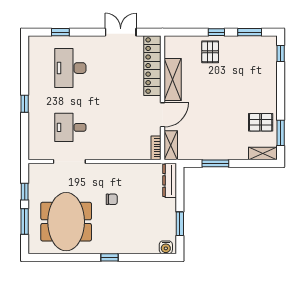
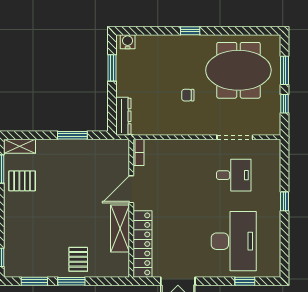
window: (216, 32) -> (71, 281), width x1.50
desk: (70, 68) -> (234, 241), width x1.36, depth x1.30
shelving: (171, 145) -> (122, 155), removed
meeting table: (66, 222) -> (238, 70), turned 90

